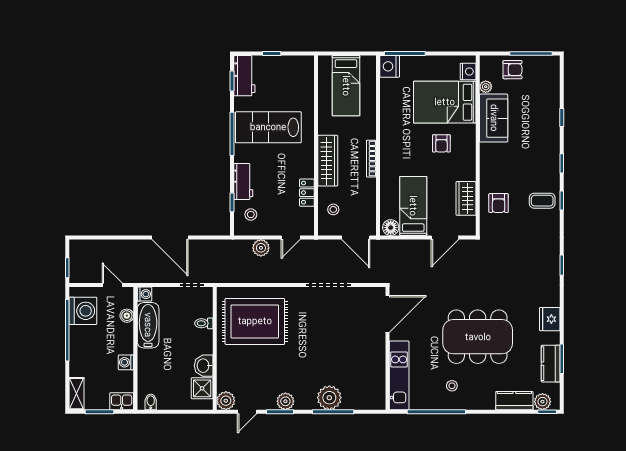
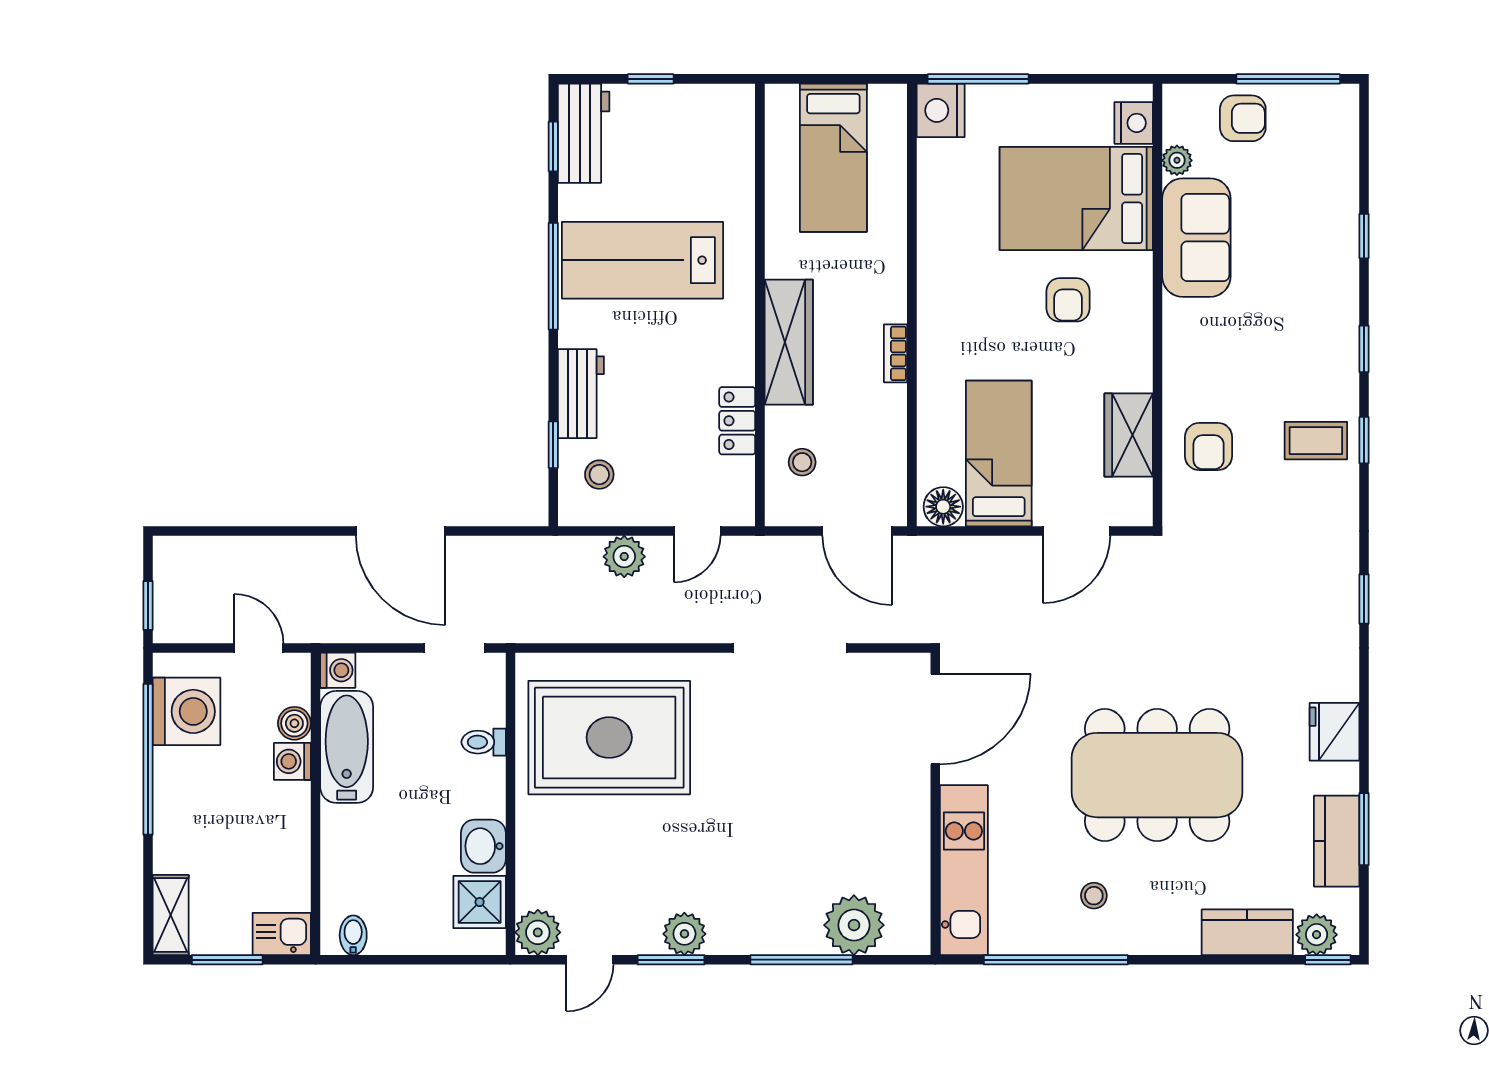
bookcase: (371, 159) -> (896, 353), width x0.64
washing machine: (126, 362) -> (292, 761), moved
plant: (329, 398) -> (854, 925), moved

